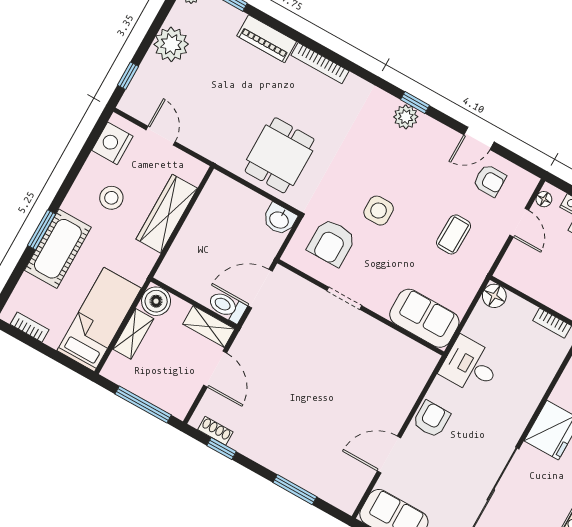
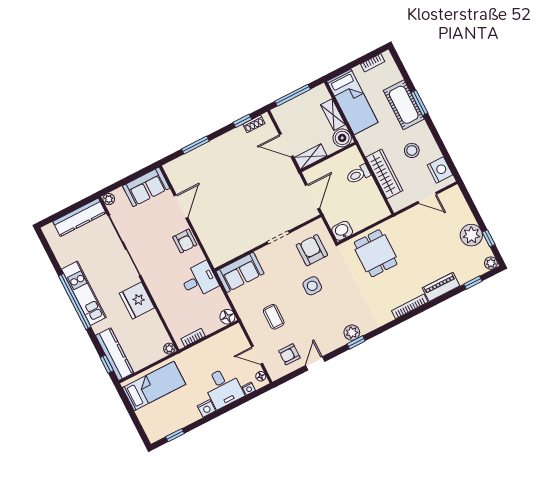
window: (128, 76) -> (489, 238), moved
toilet: (227, 307) -> (358, 174), moved, turned 180

